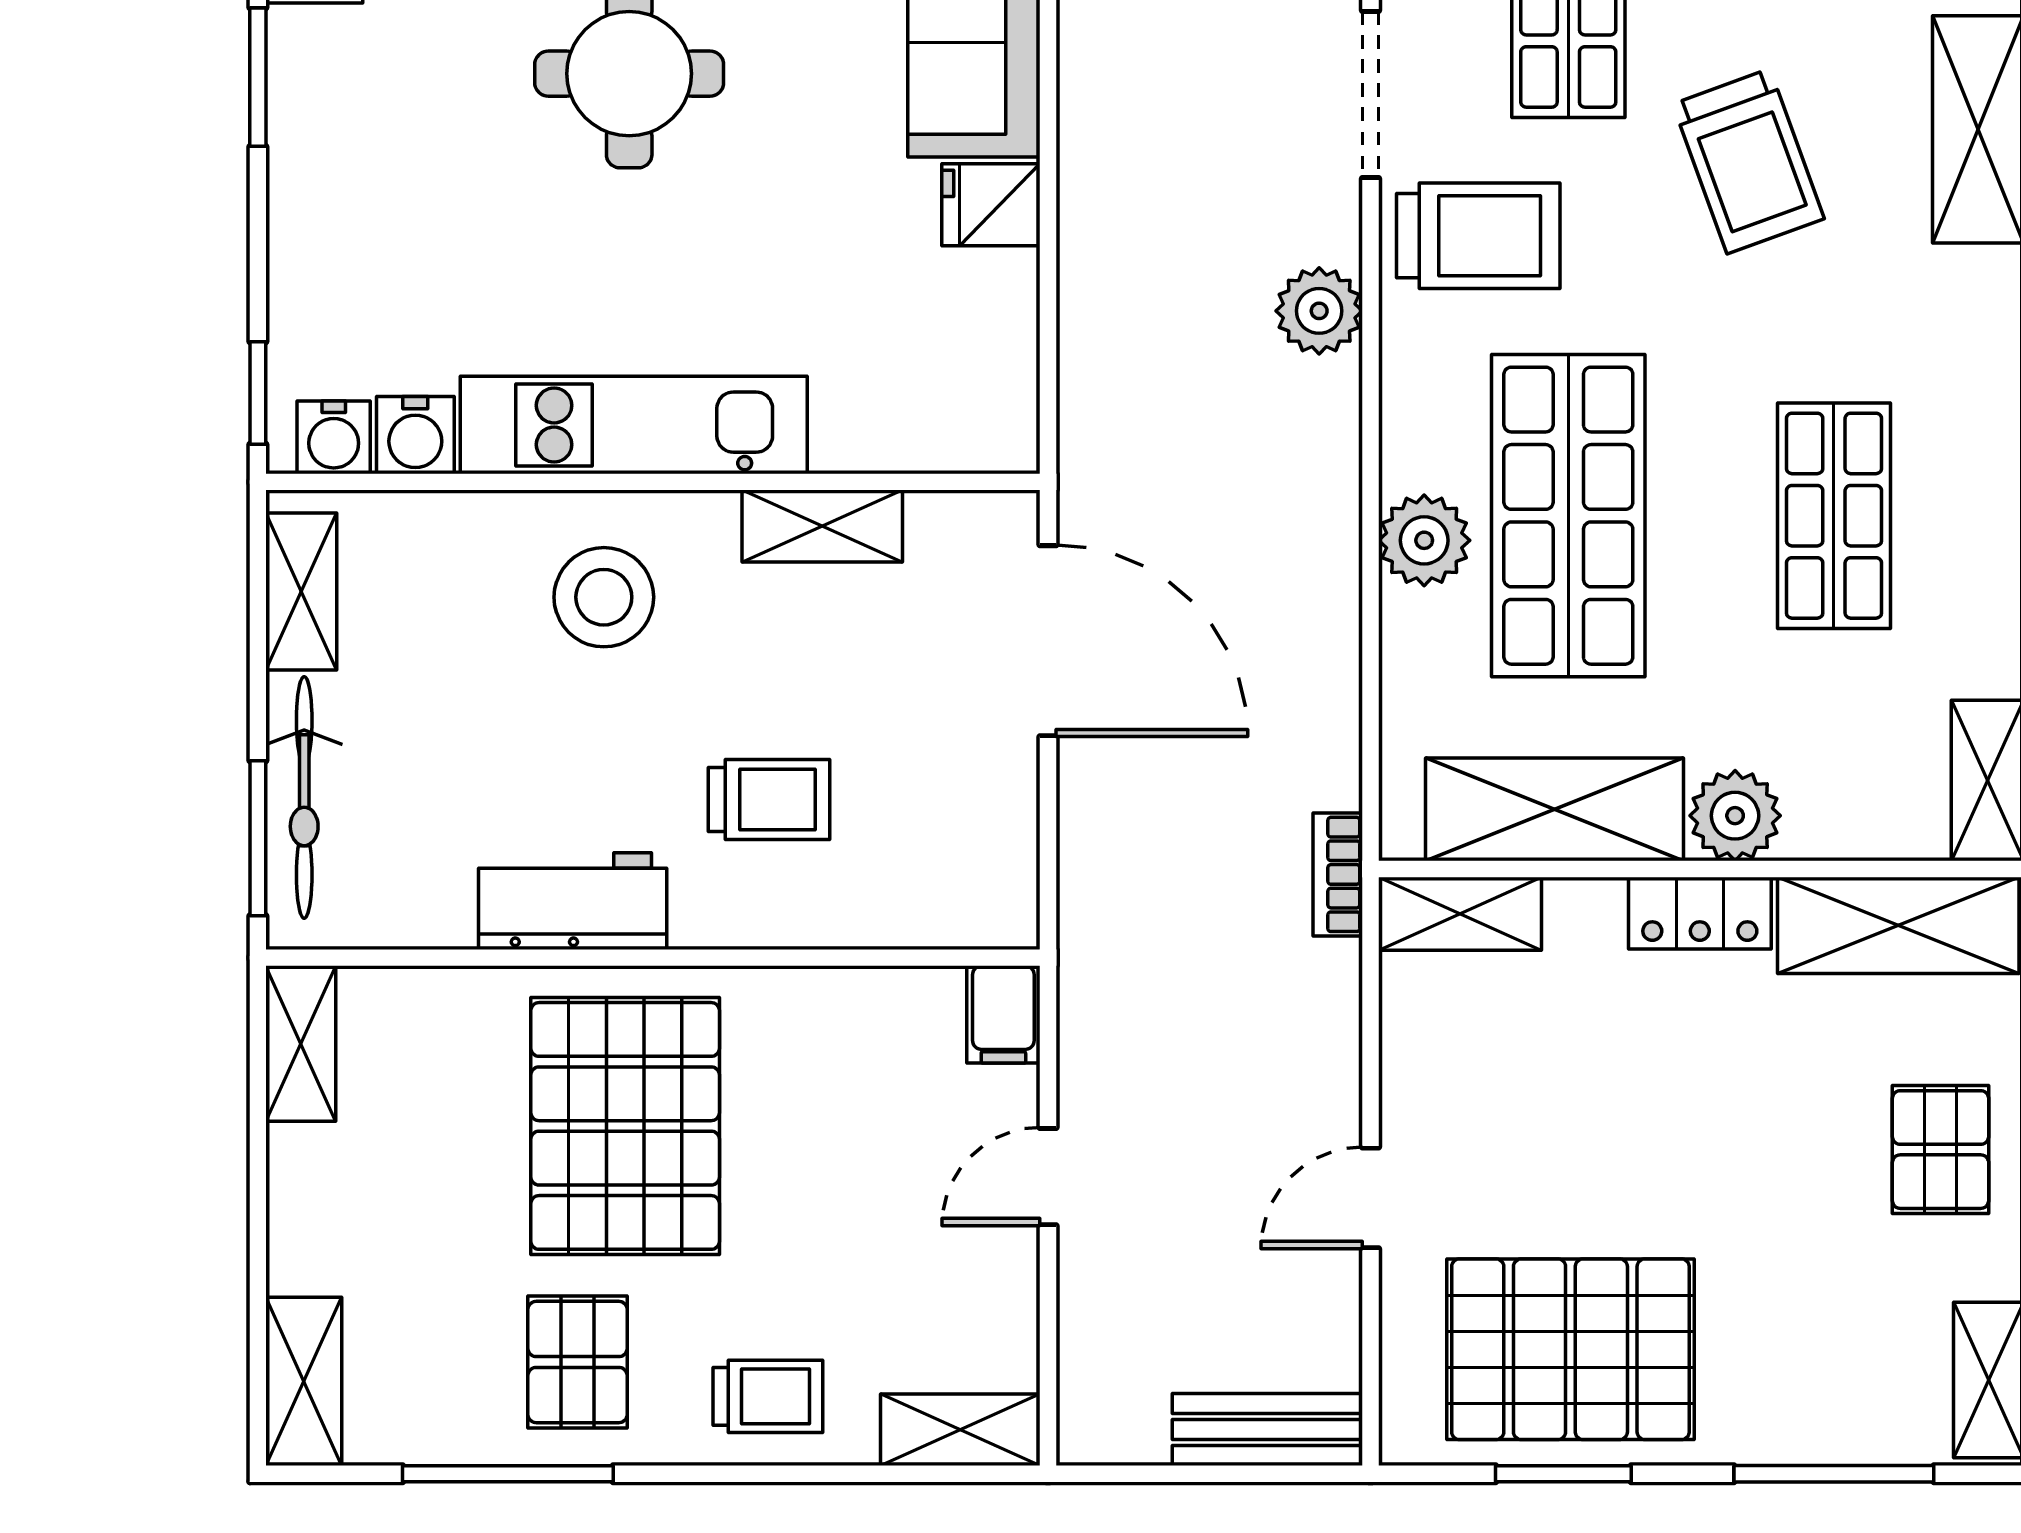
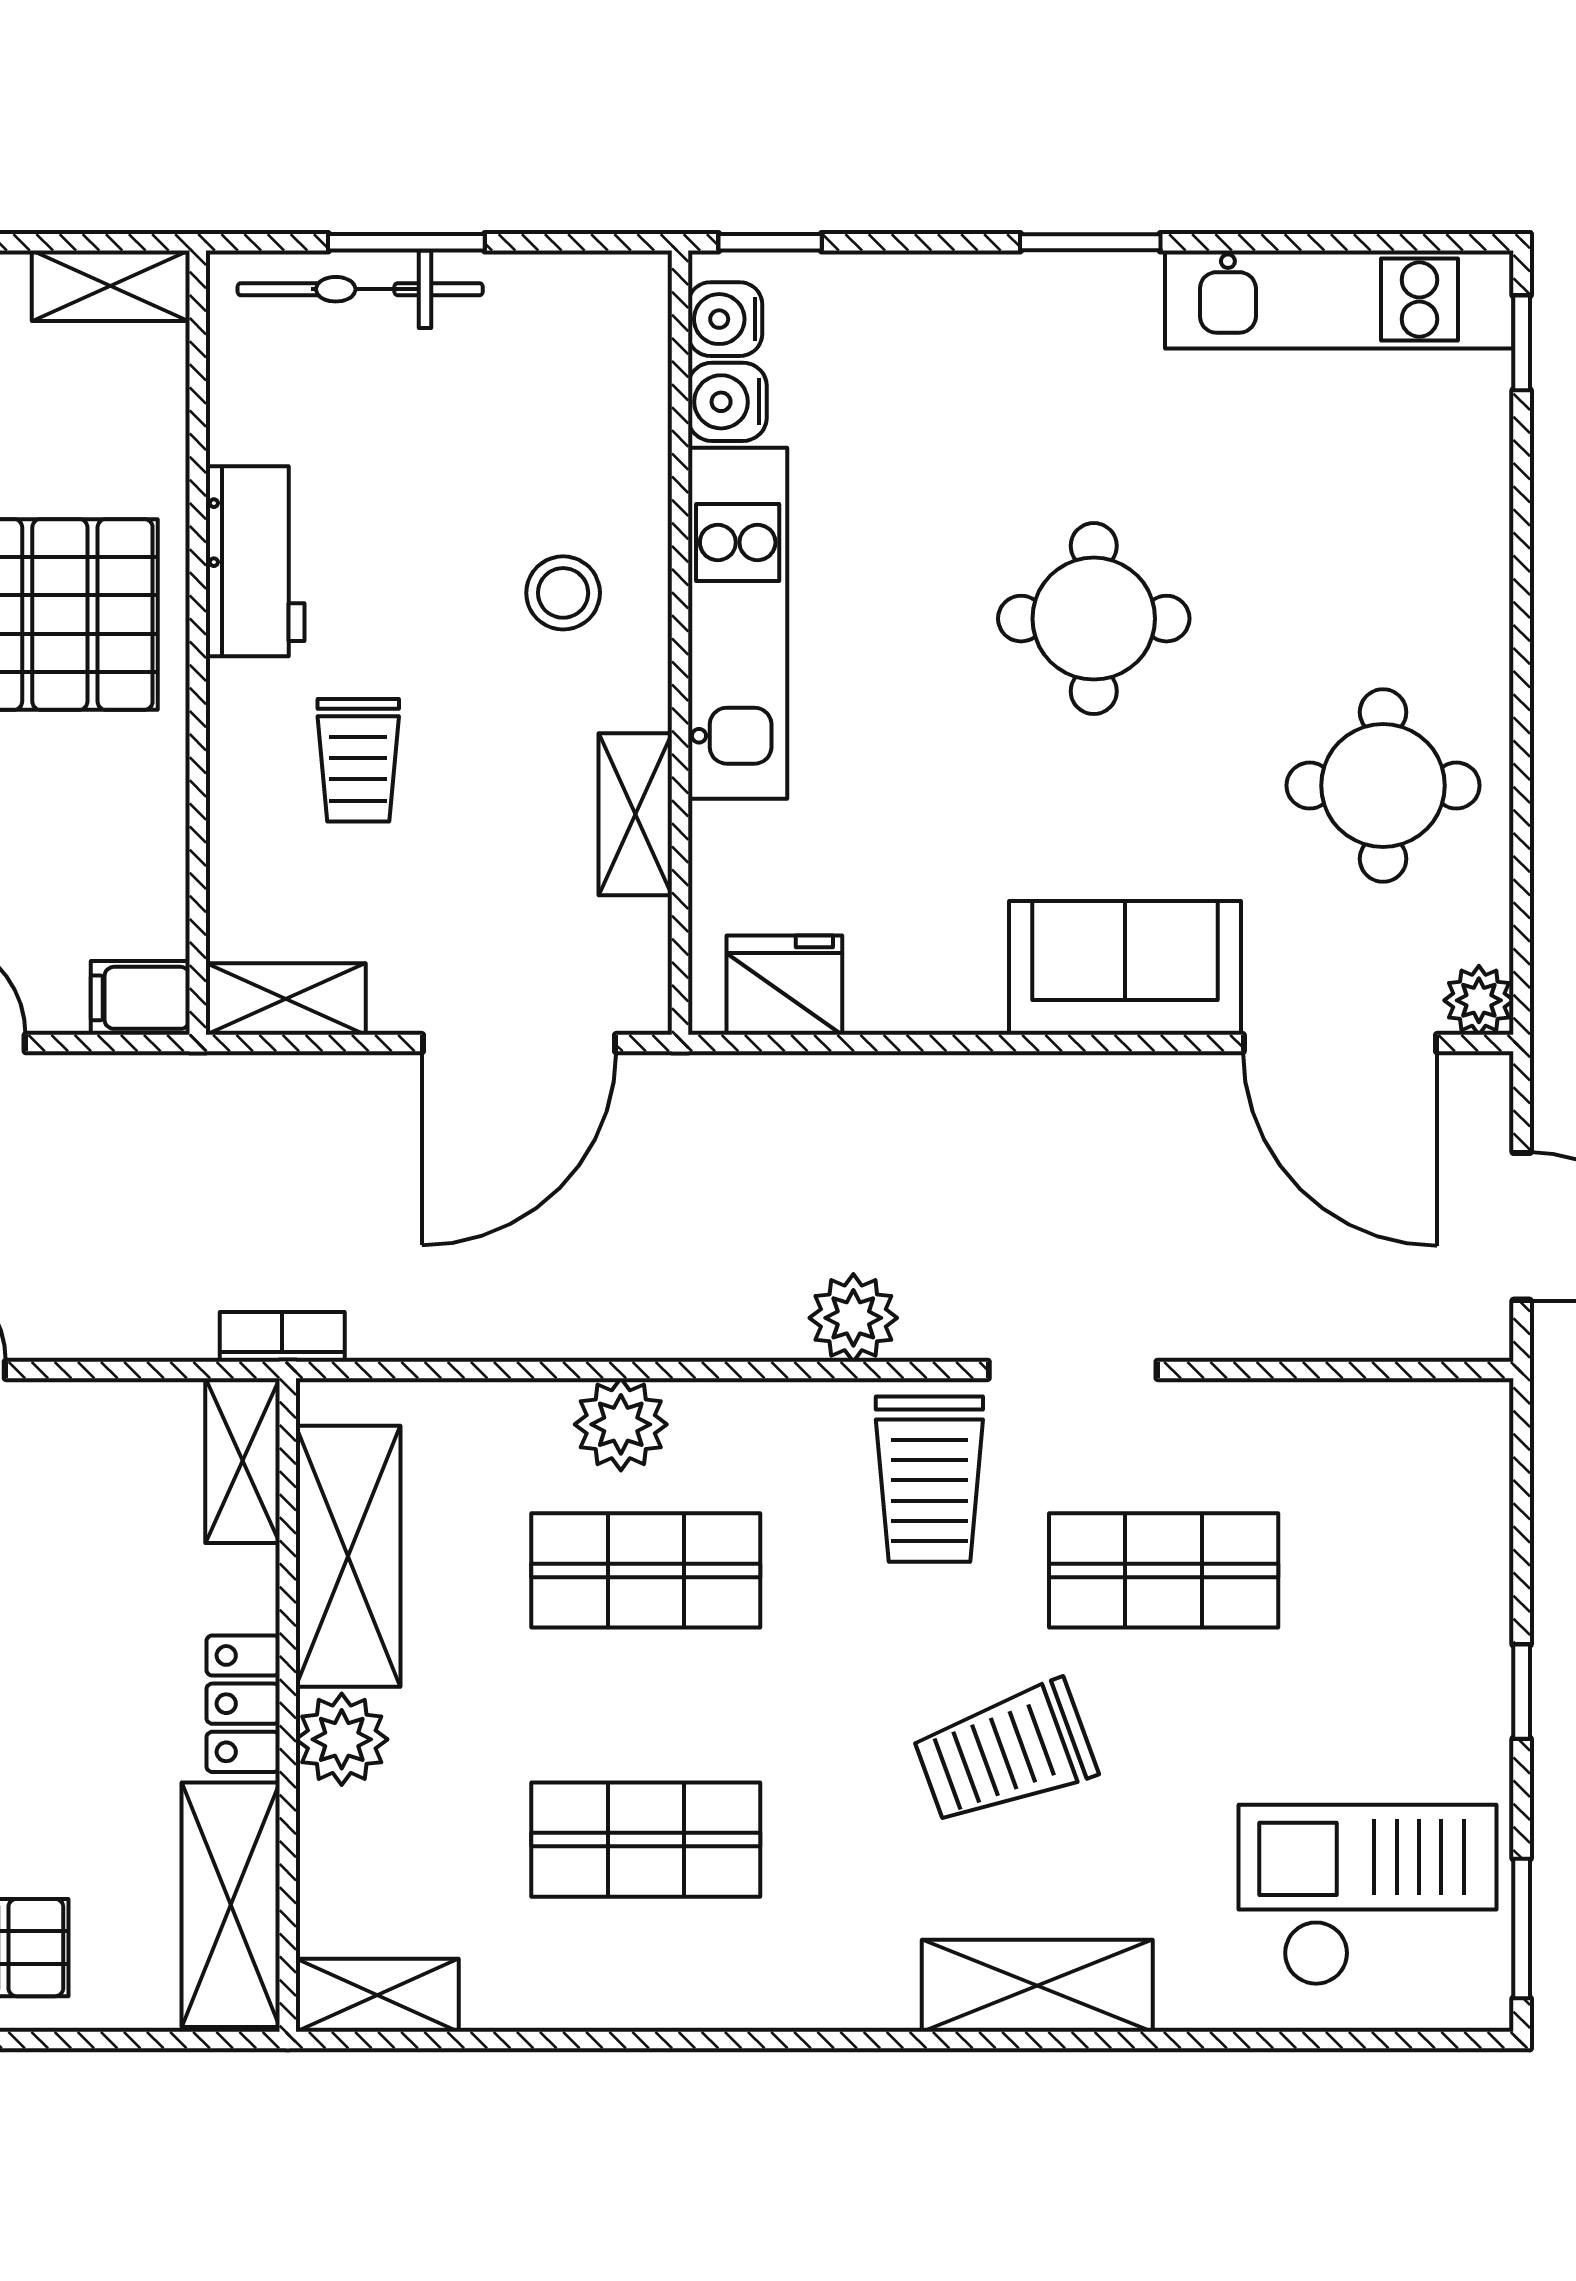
fridge: (991, 205) -> (784, 985), moved, width x1.38
shop shelf: (1568, 516) -> (646, 1570), width x0.70, depth x0.74
shelving: (301, 591) -> (286, 999), moved
stool: (604, 597) -> (563, 593), width x0.73, depth x0.73
window: (258, 838) -> (406, 242), moved

